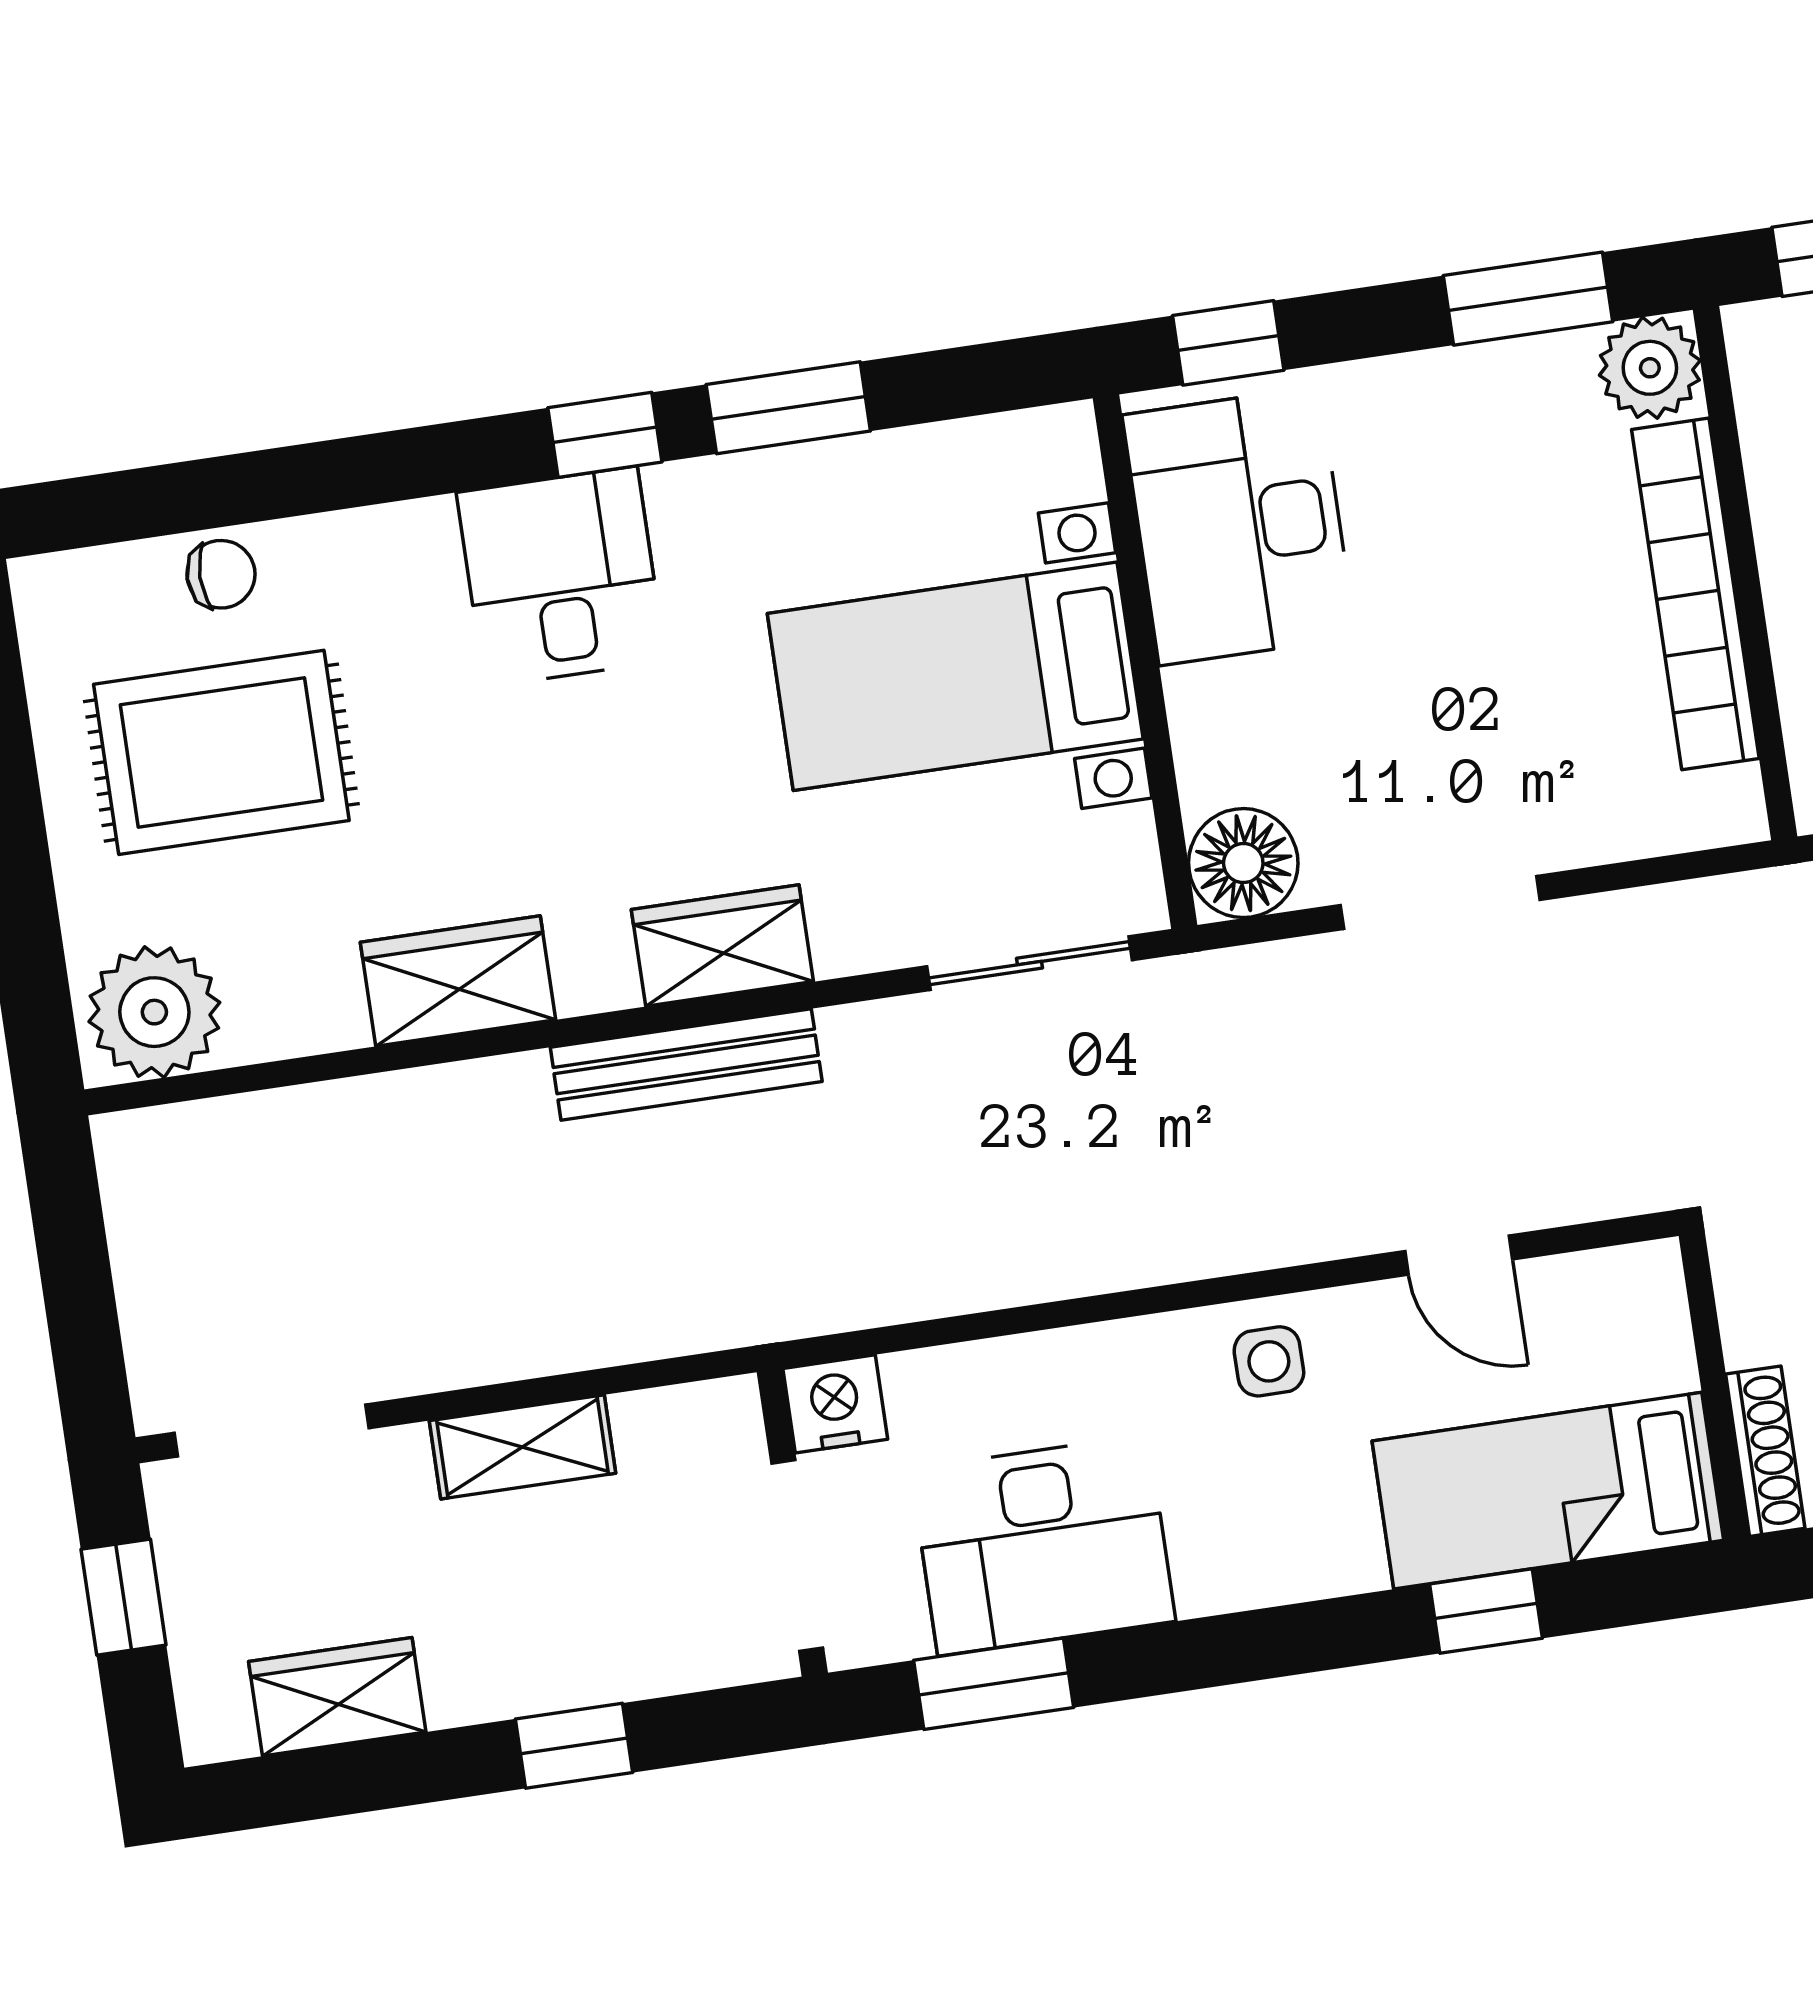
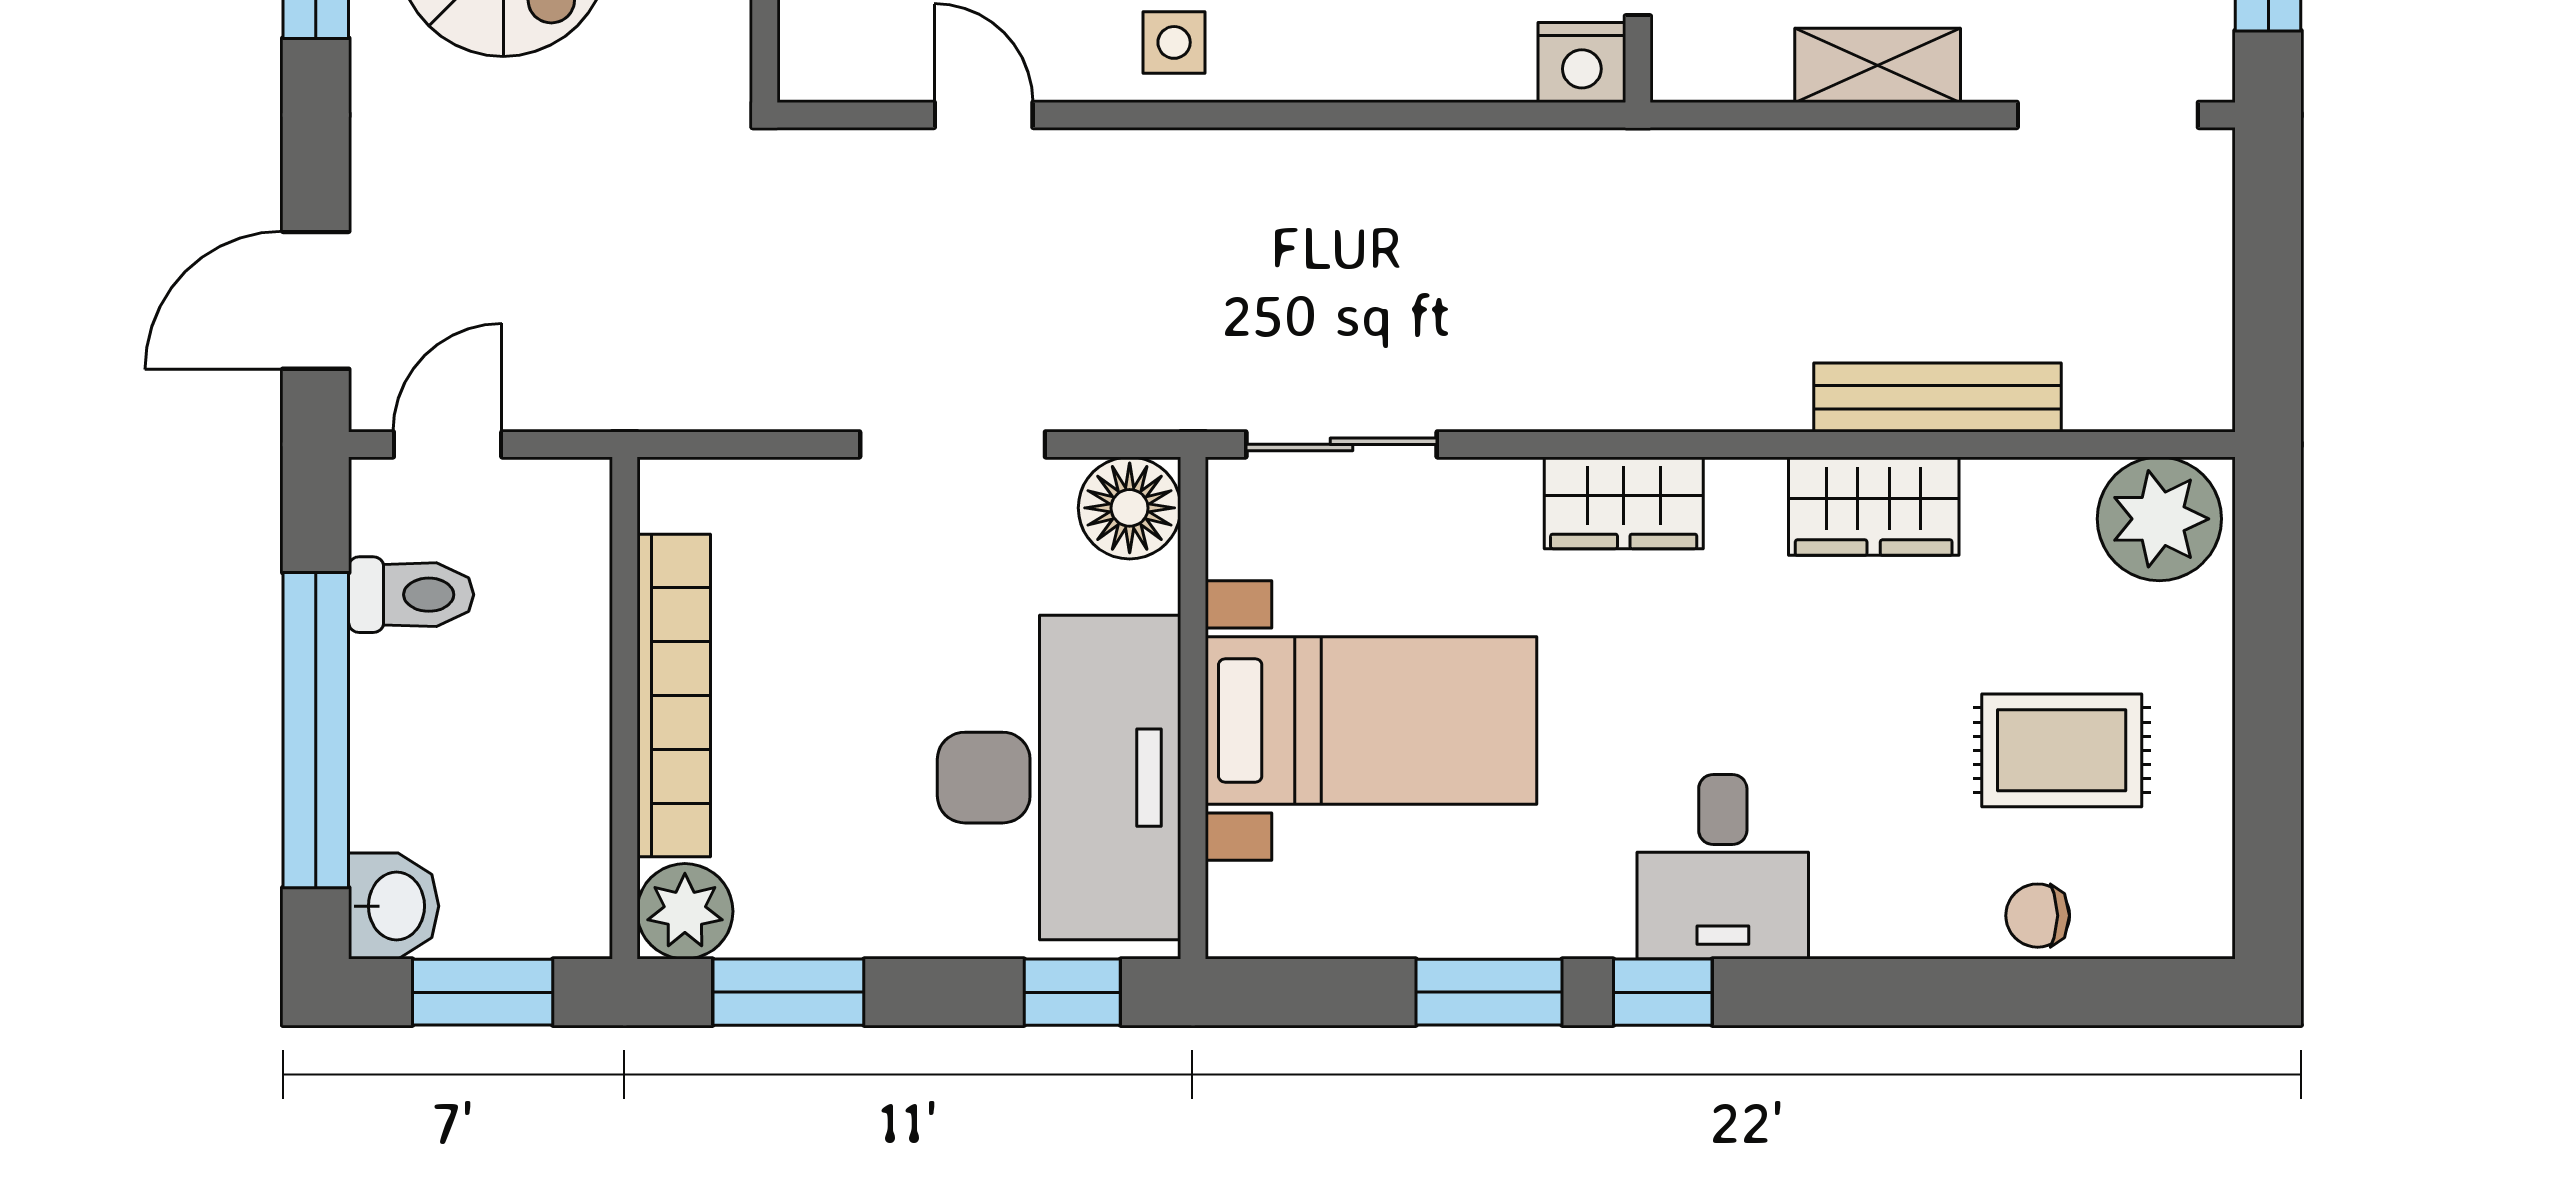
desk: (1239, 526) -> (1059, 778), width x1.36, depth x1.30
rug: (221, 752) -> (2062, 750), width x0.73, depth x0.70
bench: (686, 1064) -> (1937, 397), moved

